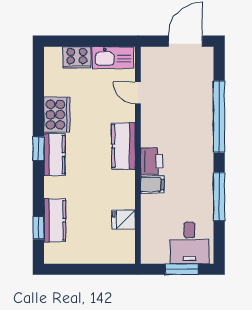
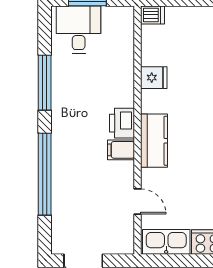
filing cabinet: (152, 185) -> (121, 150), moved
fridge: (124, 220) -> (154, 78), moved
dishwasher: (125, 256) -> (152, 15), added

